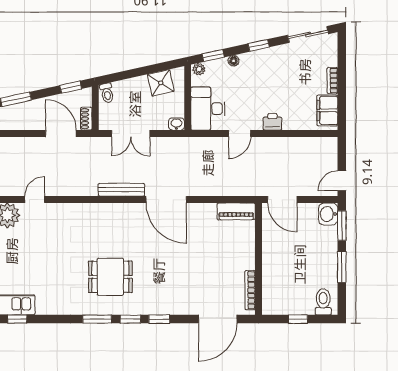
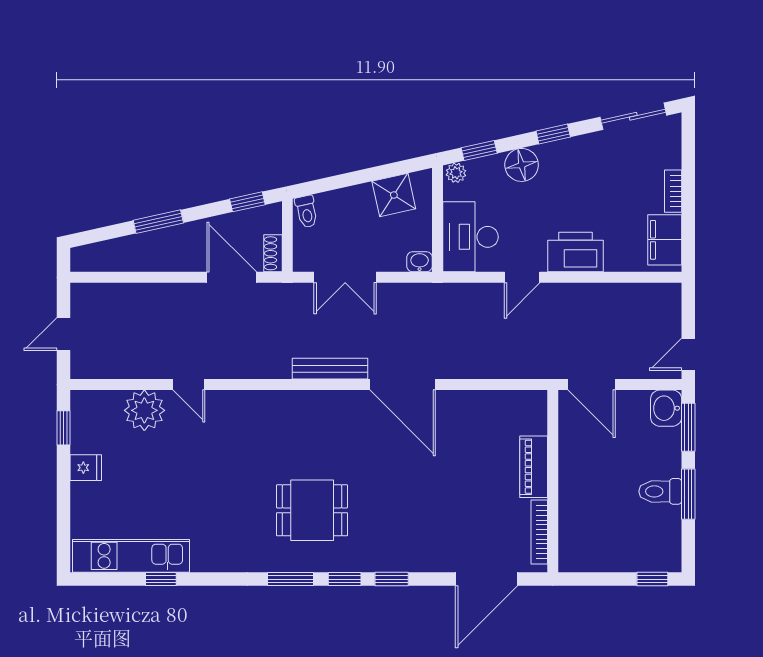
floor lamp: (234, 61) -> (522, 165), width x1.89, depth x1.89
printer: (272, 122) -> (576, 252), width x1.87, depth x1.48
door: (35, 199) -> (189, 385), swing flipped
piano: (236, 211) -> (534, 467), moved, turned 90
toilet: (323, 302) -> (660, 491), moved, turned -90
window: (298, 319) -> (652, 579), moved

